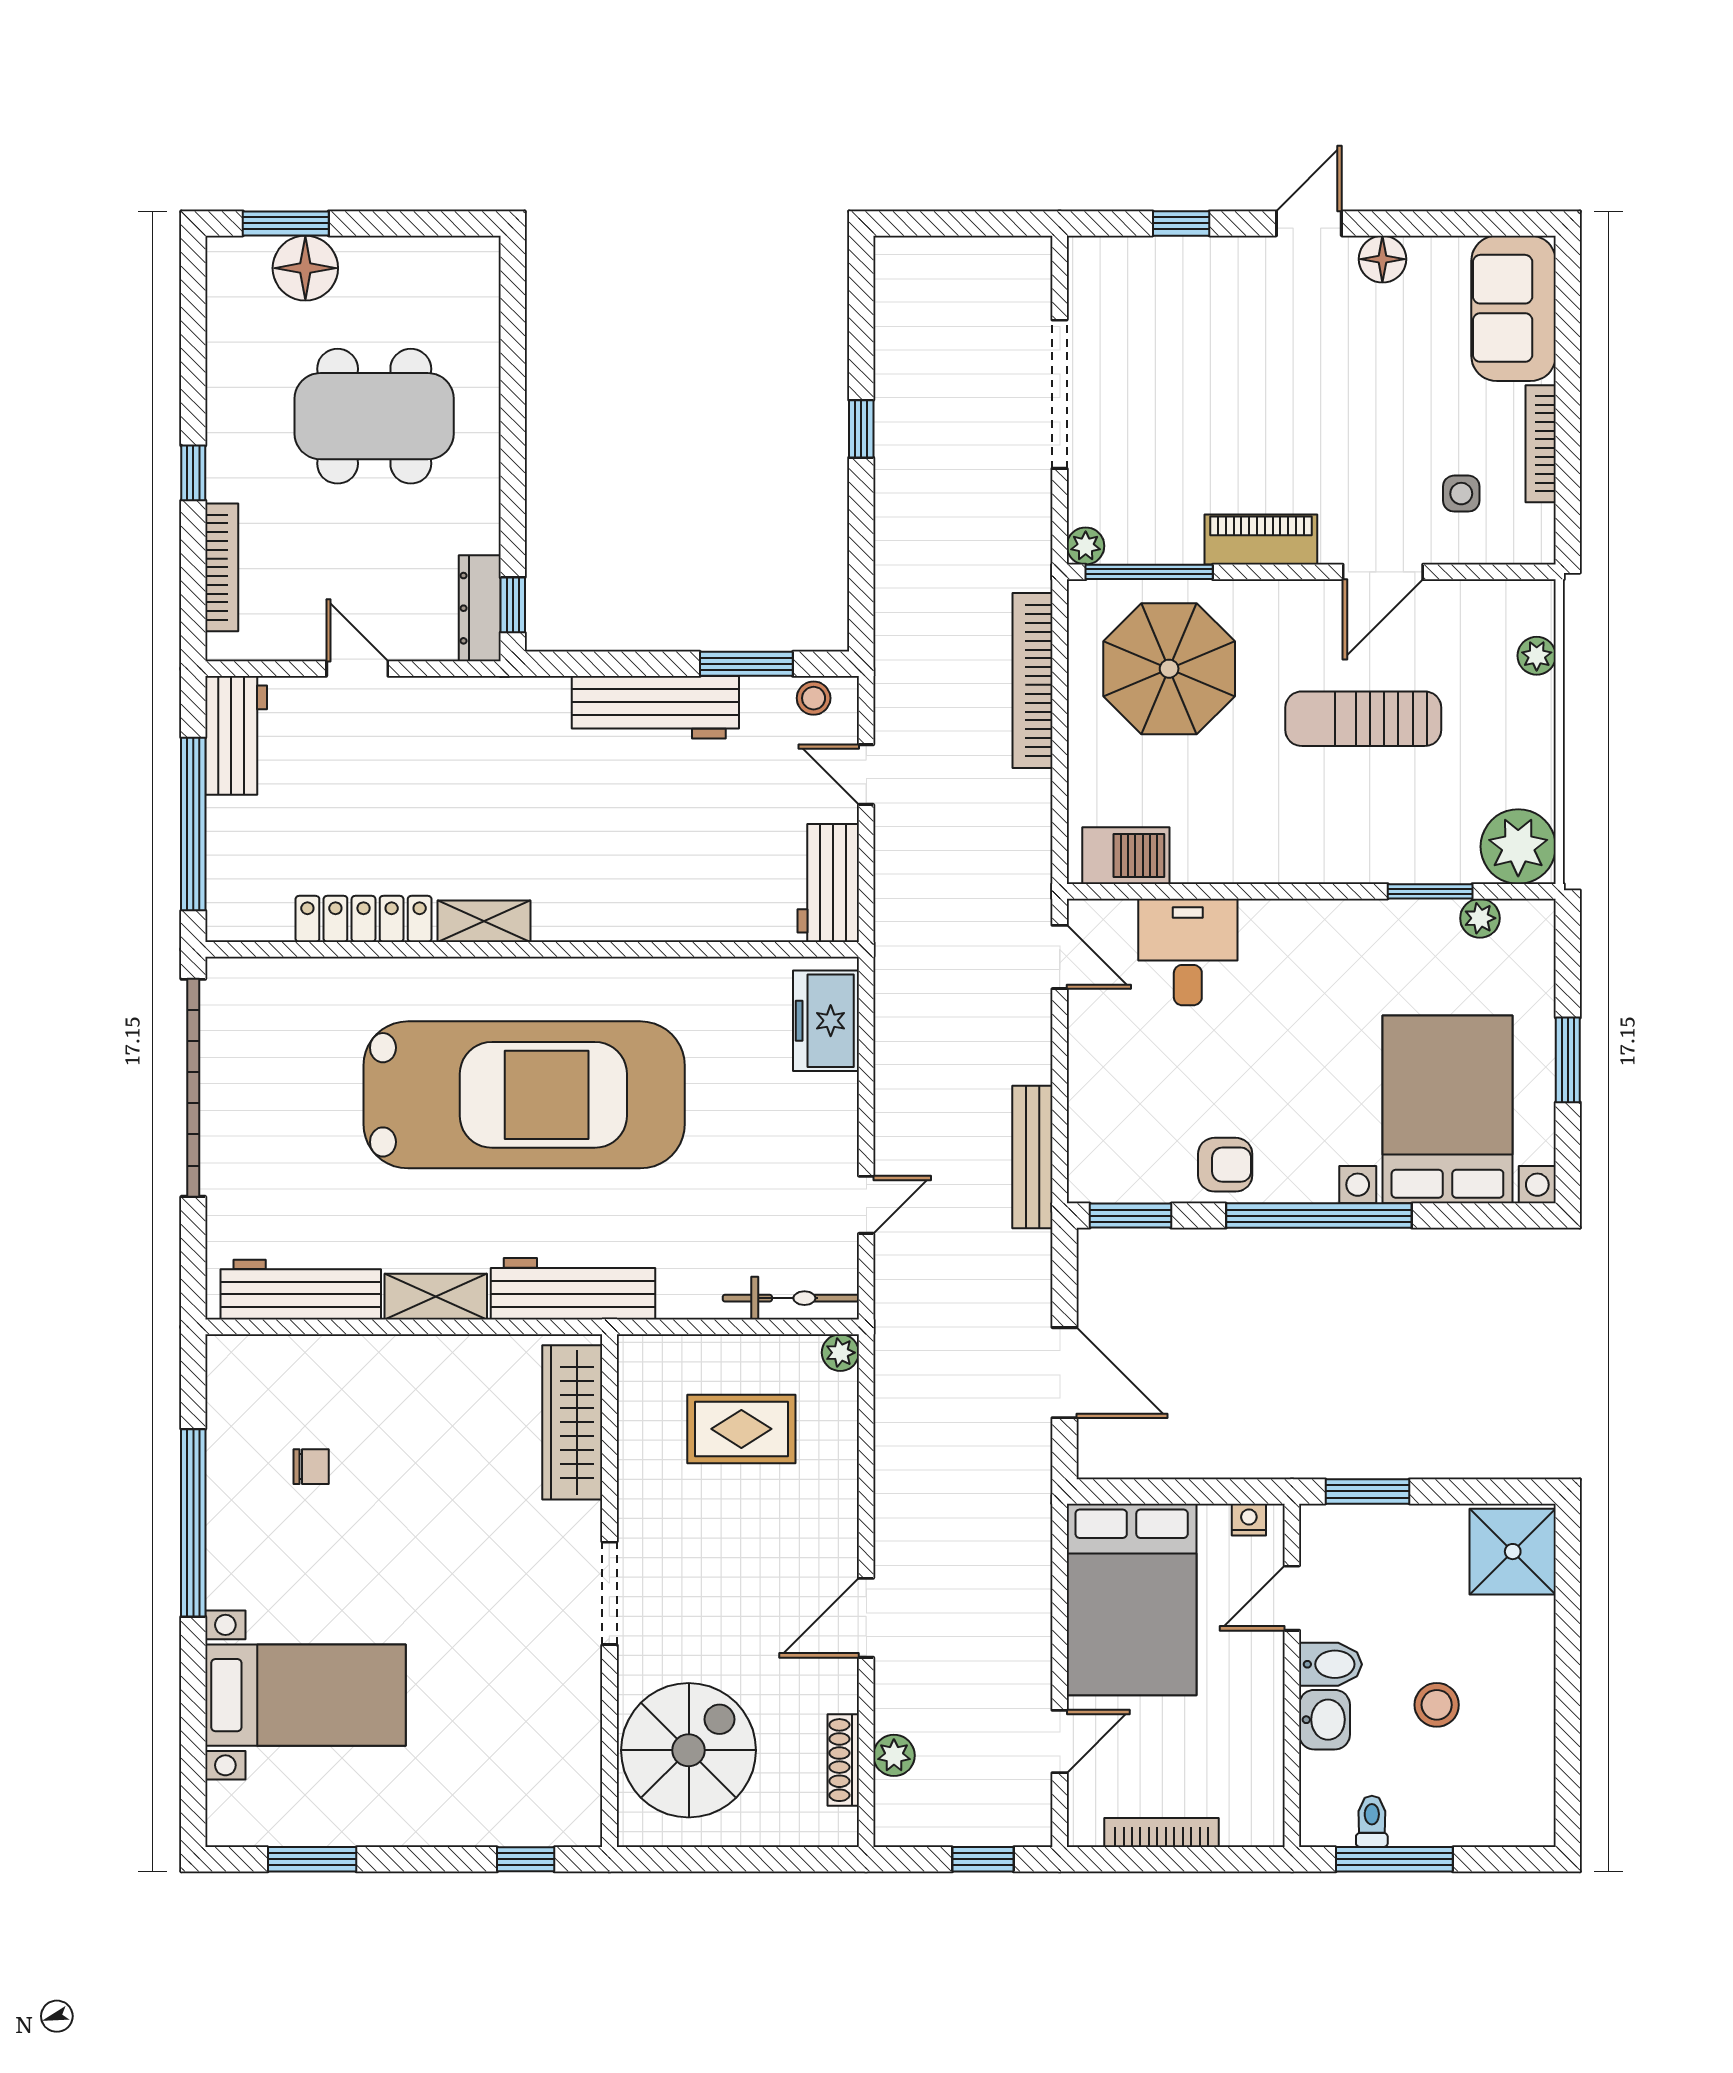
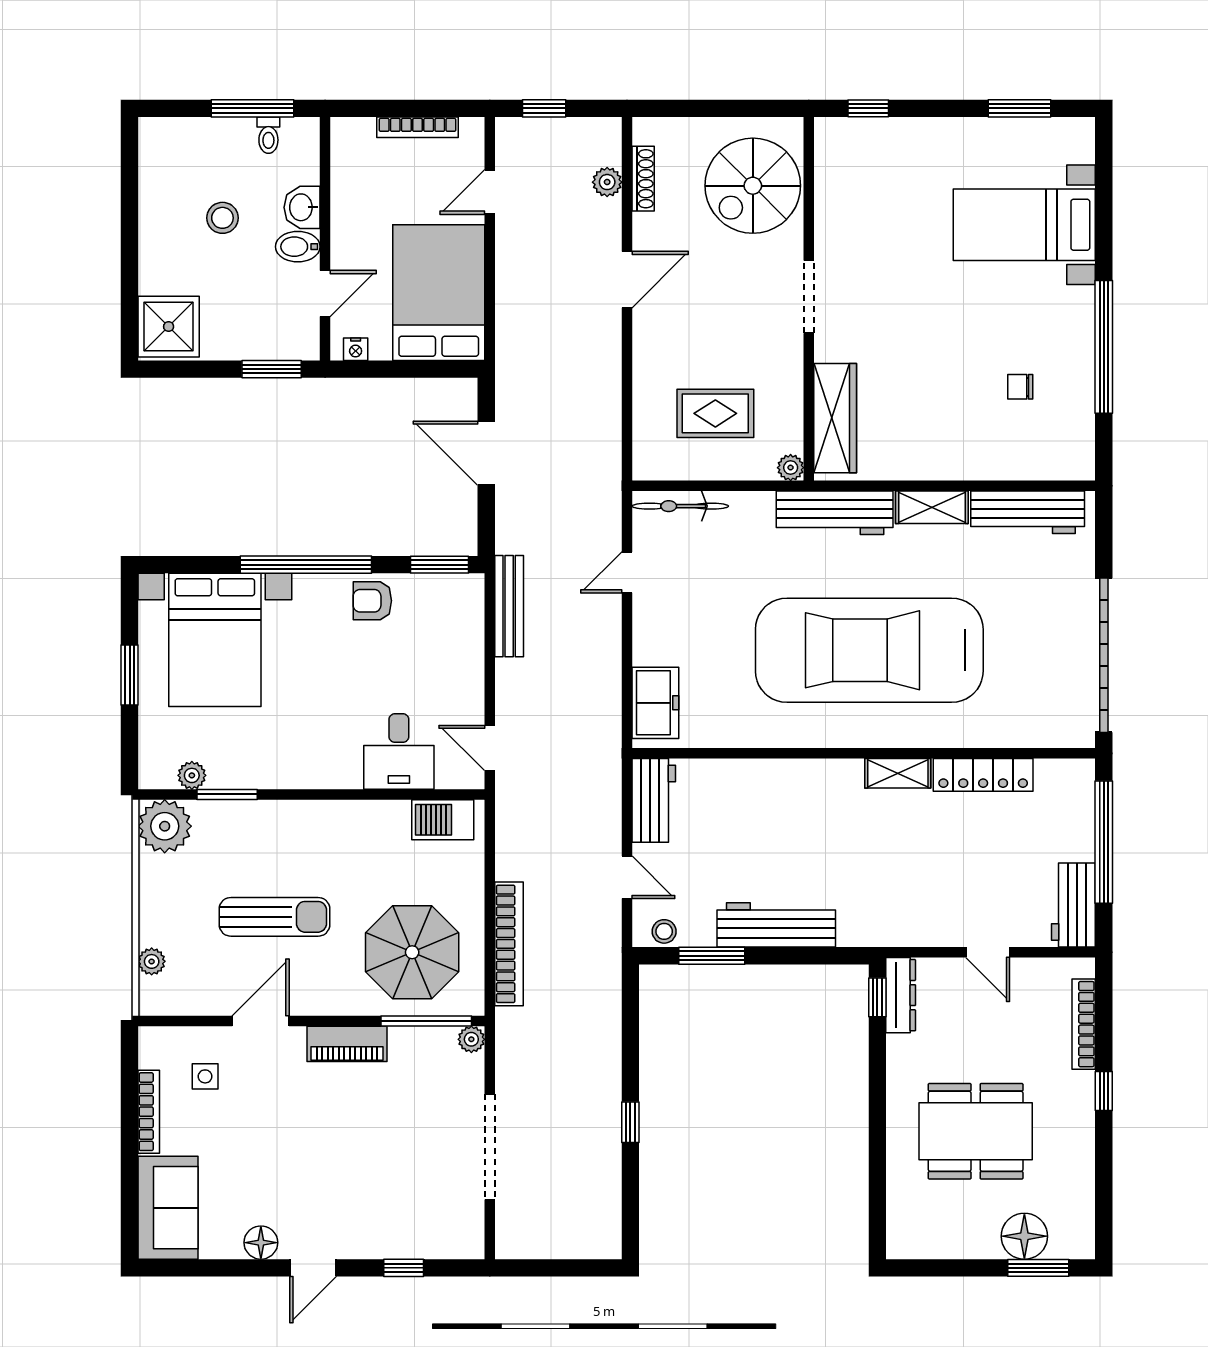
plant: (840, 1353) -> (791, 468), moved

